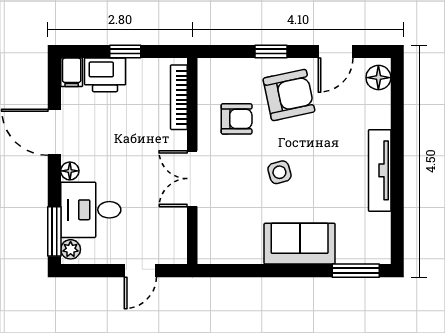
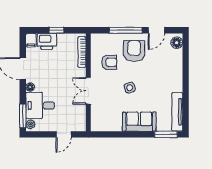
window: (271, 51) -> (126, 30), width x2.17
armchair: (289, 95) -> (134, 51), turned -78
tv unit: (380, 170) -> (177, 112), moved

